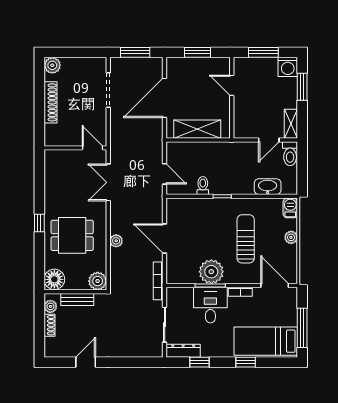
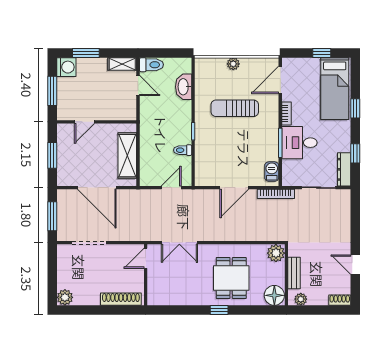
shoe rack: (51, 102) -> (121, 299), moved
barbecue: (290, 208) -> (272, 172), moved, turned 90
plant: (116, 241) -> (237, 235), removed
plant: (211, 272) -> (267, 142), removed
shoe rack: (50, 325) -> (340, 300), moved
window: (302, 328) -> (322, 53), width x0.46

